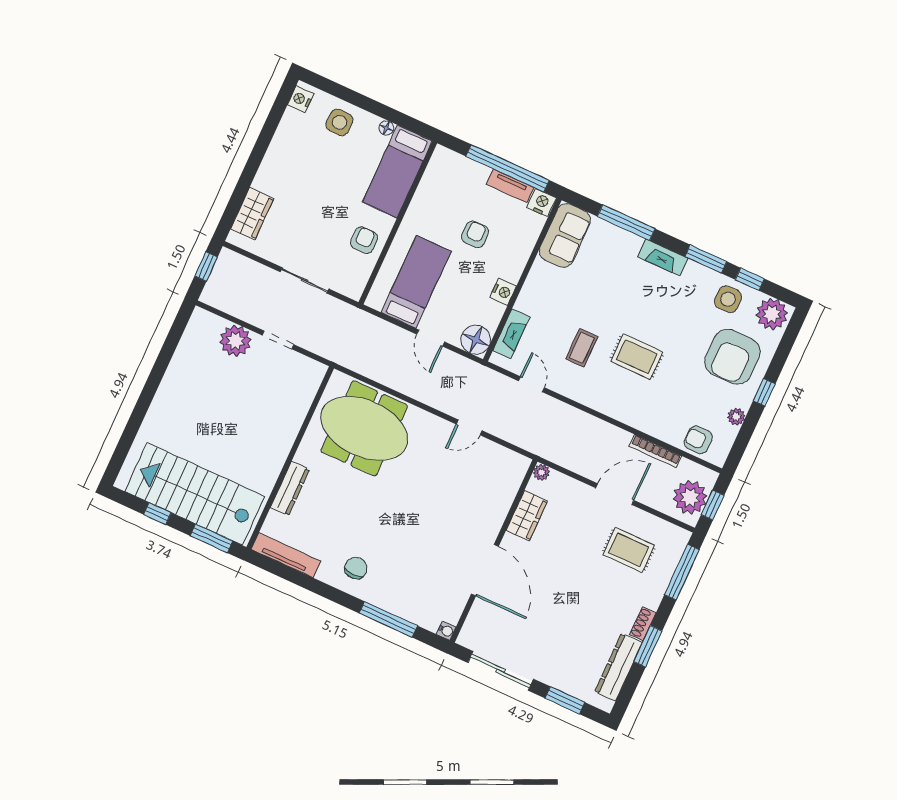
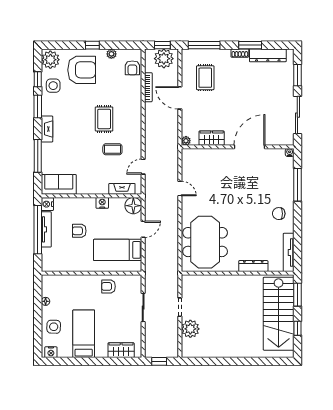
bed: (397, 172) -> (84, 334), moved, turned -90
tv unit: (510, 186) -> (46, 229), width x1.41

